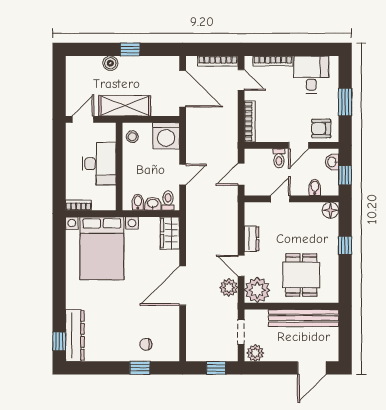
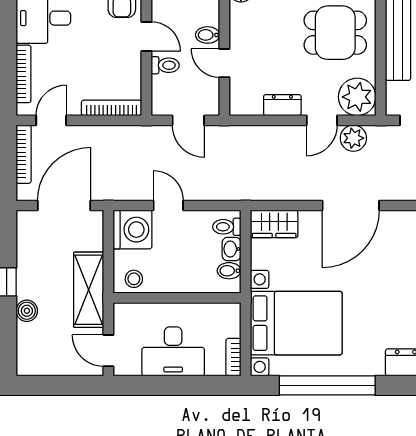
desk: (99, 164) -> (173, 351), moved, turned 180
door: (183, 174) -> (168, 206), moved
bidet: (315, 187) -> (208, 35), moved
window: (59, 270) -> (327, 385), added
door: (183, 286) -> (351, 206), hinge flipped

